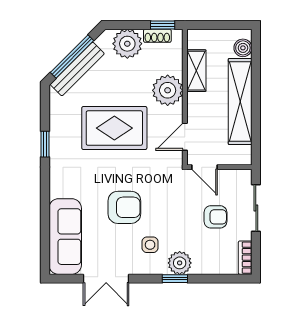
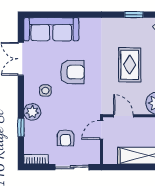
rug: (114, 128) -> (130, 65), width x0.73, depth x0.70
window: (45, 144) -> (134, 15), moved
armchair: (124, 207) -> (72, 72), turned -90
window: (175, 279) -> (21, 127), moved

